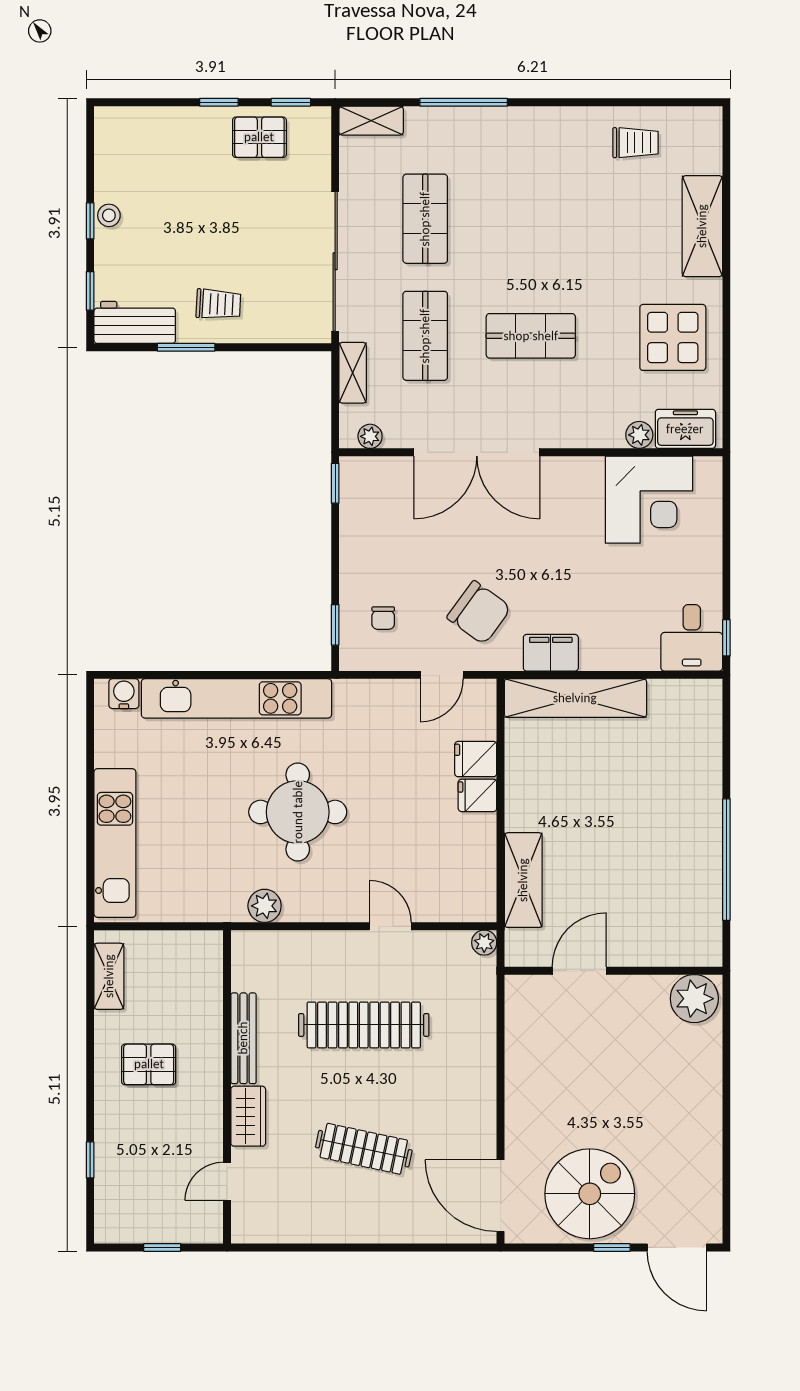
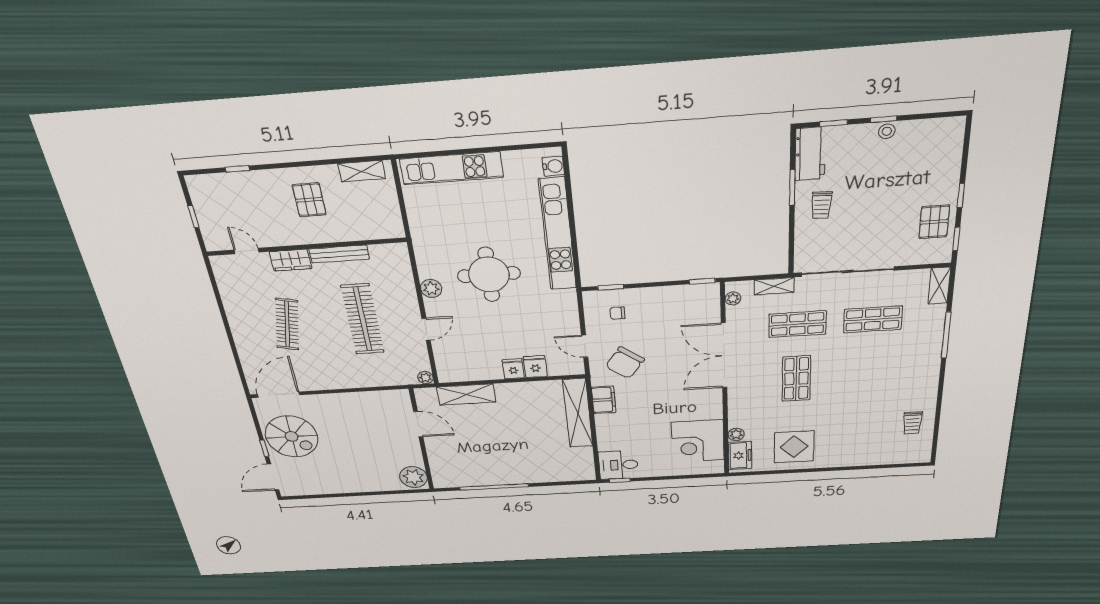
shelving: (702, 226) -> (860, 457), removed
plant: (265, 906) -> (431, 288), moved

